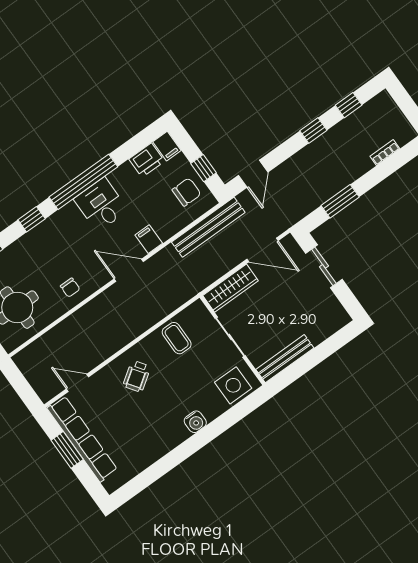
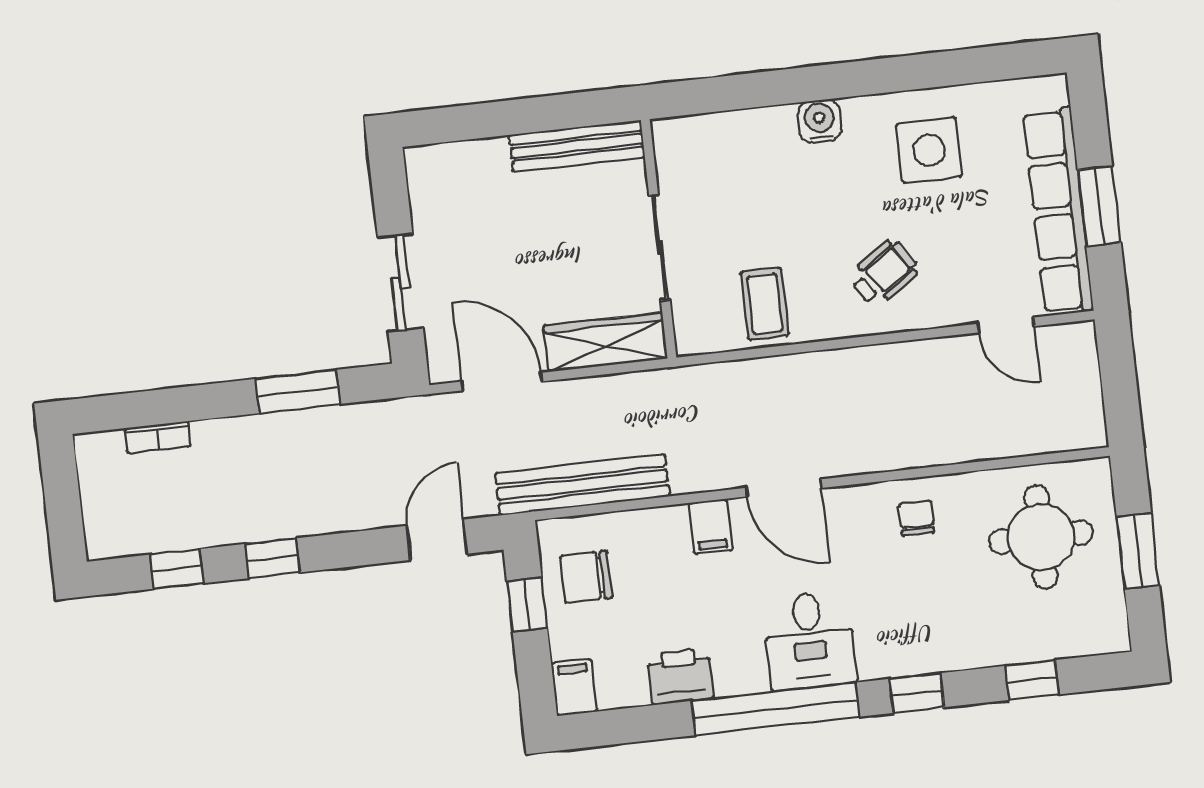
printer: (147, 160) -> (680, 676), moved
desk: (101, 205) -> (810, 641), moved
side table: (233, 385) -> (929, 150), moved

